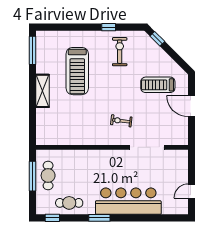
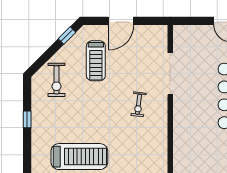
window: (157, 39) -> (67, 35), moved
exercise bike: (120, 52) -> (56, 80), moved, turned -90

